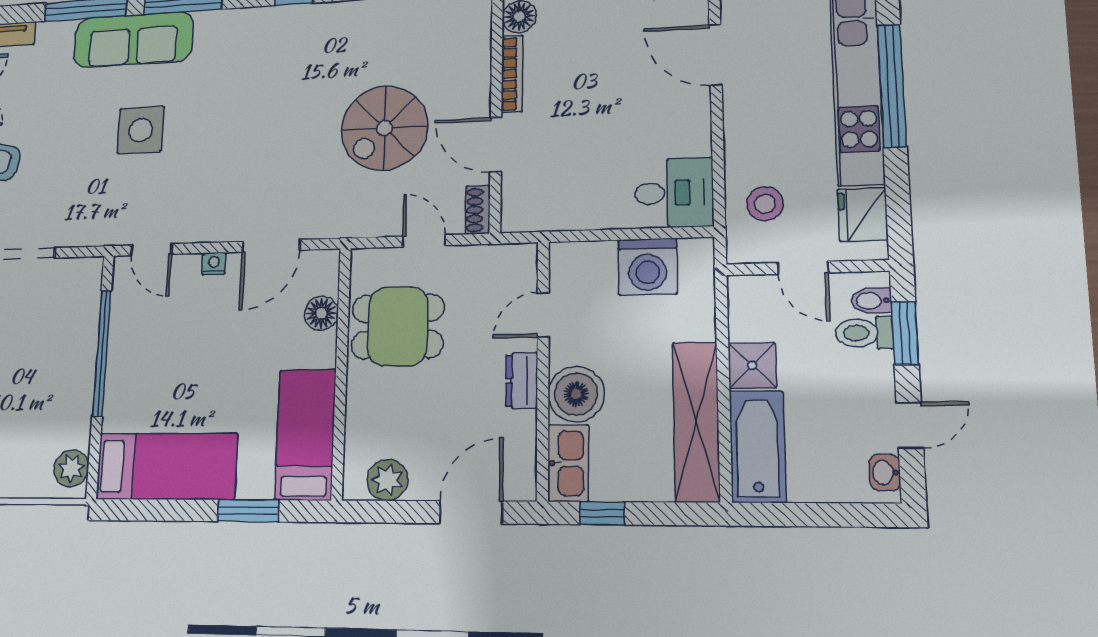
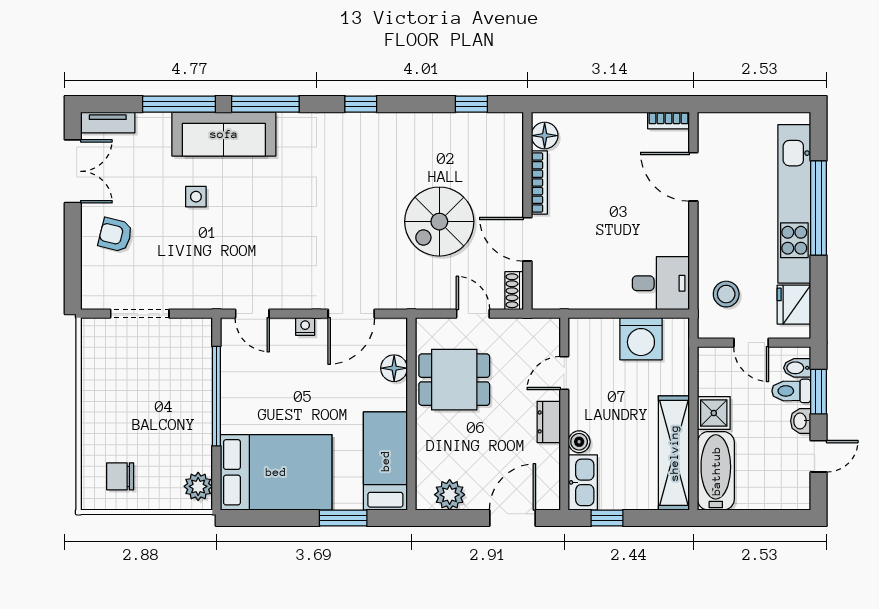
side table: (141, 130) -> (196, 197), moved, width x0.54, depth x0.54
boiler: (576, 394) -> (579, 442), width x0.54, depth x0.54
bed: (166, 466) -> (276, 472), width x1.50
washbasin: (885, 473) -> (801, 421), moved

